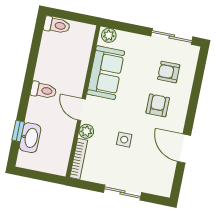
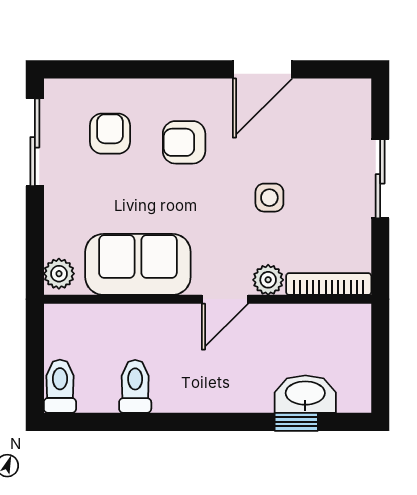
armchair: (169, 72) -> (110, 134), turned 180
toilet: (43, 90) -> (135, 386), moved

